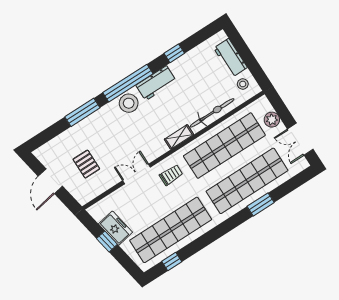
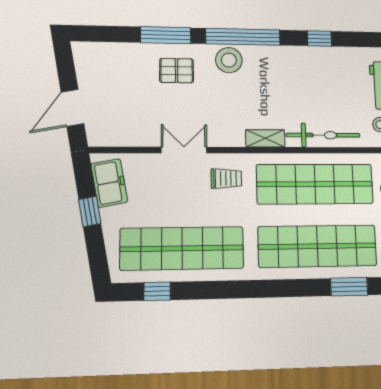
workbench: (156, 83) -> (277, 58), removed
pallet: (86, 164) -> (177, 71), moved, turned 90
door: (50, 181) -> (73, 108), moved
window: (261, 204) -> (349, 287), moved
freezer: (116, 228) -> (109, 183), moved

